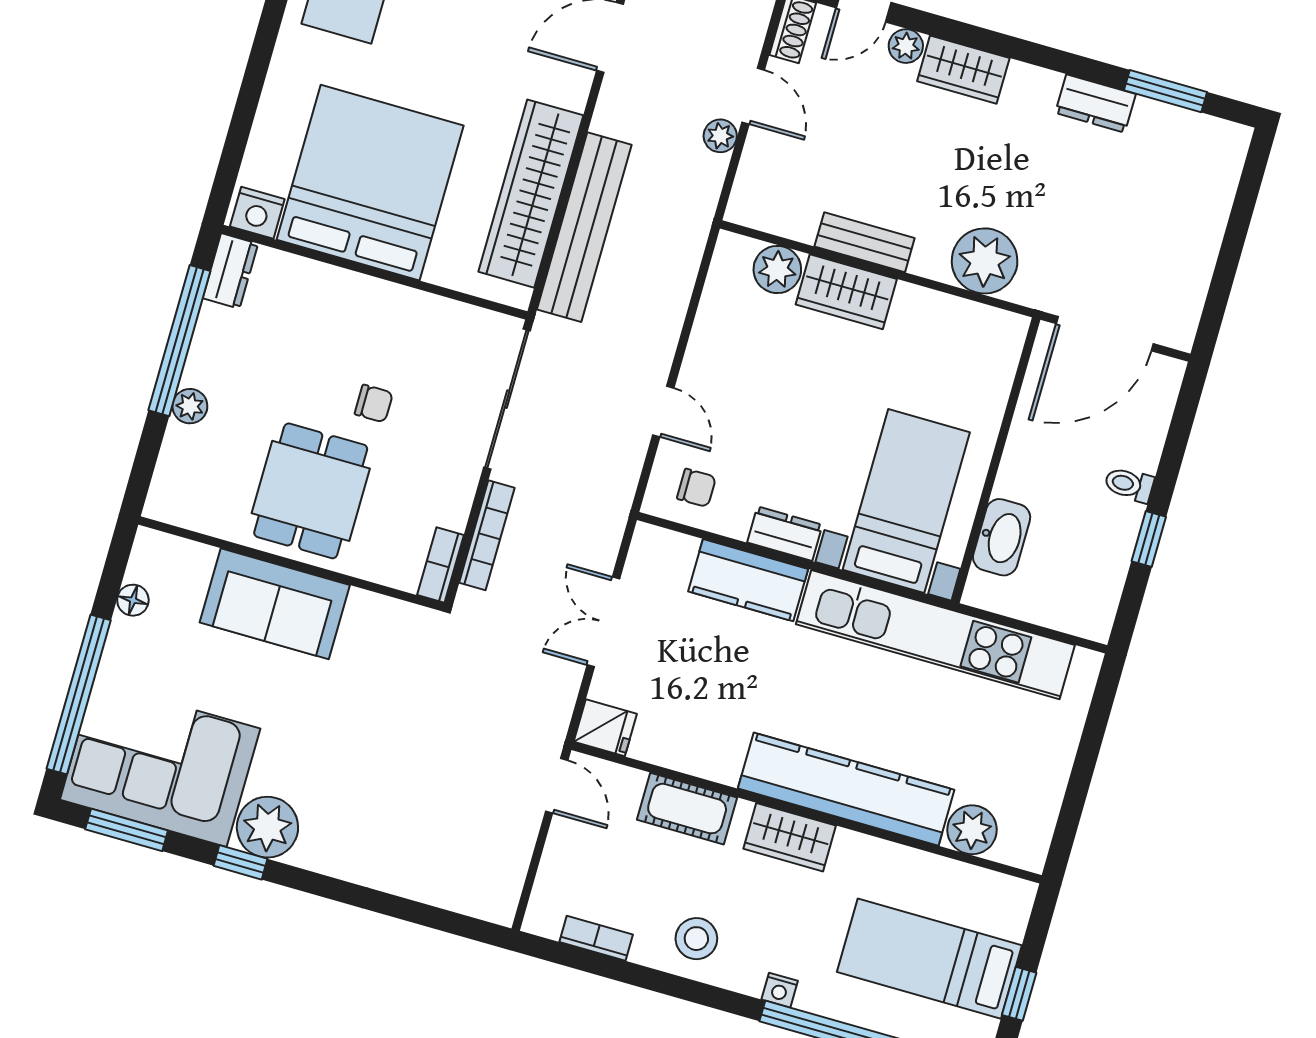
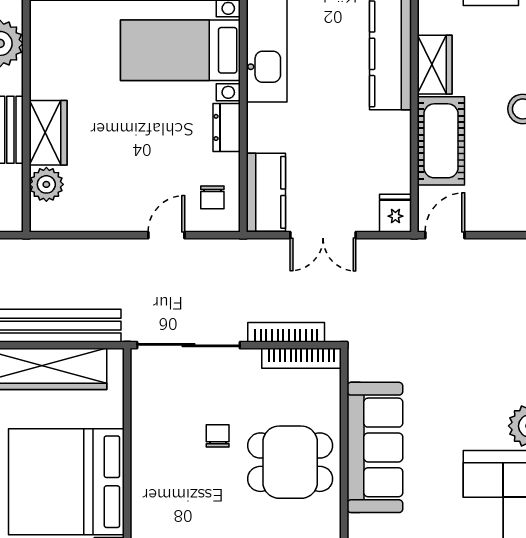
chair: (696, 488) -> (212, 197), turned 180
bookcase: (441, 565) -> (301, 358), width x1.56
kitchen counter: (748, 580) -> (266, 192), moved
sofa: (275, 604) -> (375, 447), width x1.36
cot: (687, 809) -> (441, 141), width x1.37, depth x1.34

